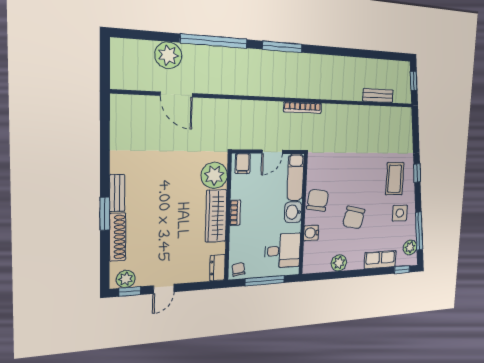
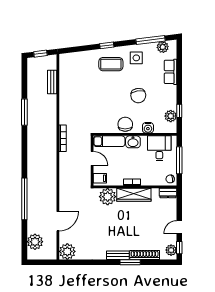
window: (282, 47) -> (24, 112), moved
plant: (168, 55) -> (35, 242), moved
plant: (124, 108) -> (67, 251), added
chair: (318, 200) -> (125, 124), turned 82
chair: (354, 218) -> (138, 96), turned 69
plant: (339, 263) -> (171, 116), moved
window: (402, 270) -> (179, 111), moved
door: (164, 289) -> (179, 227), swing flipped

